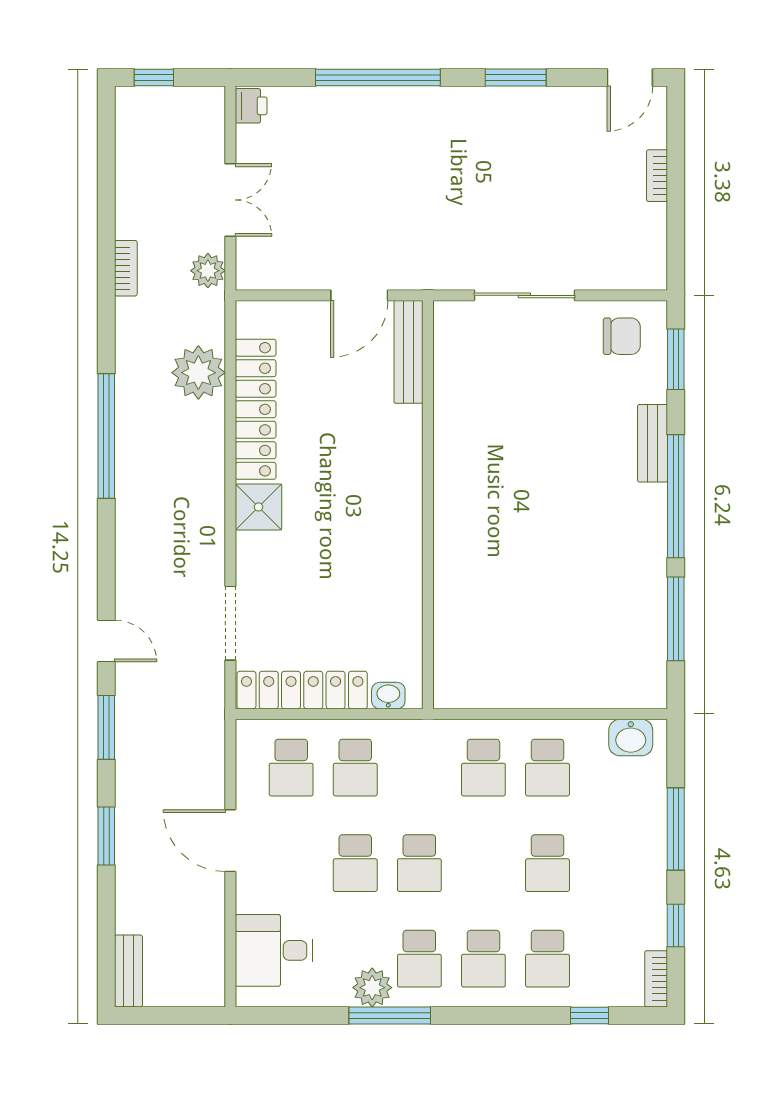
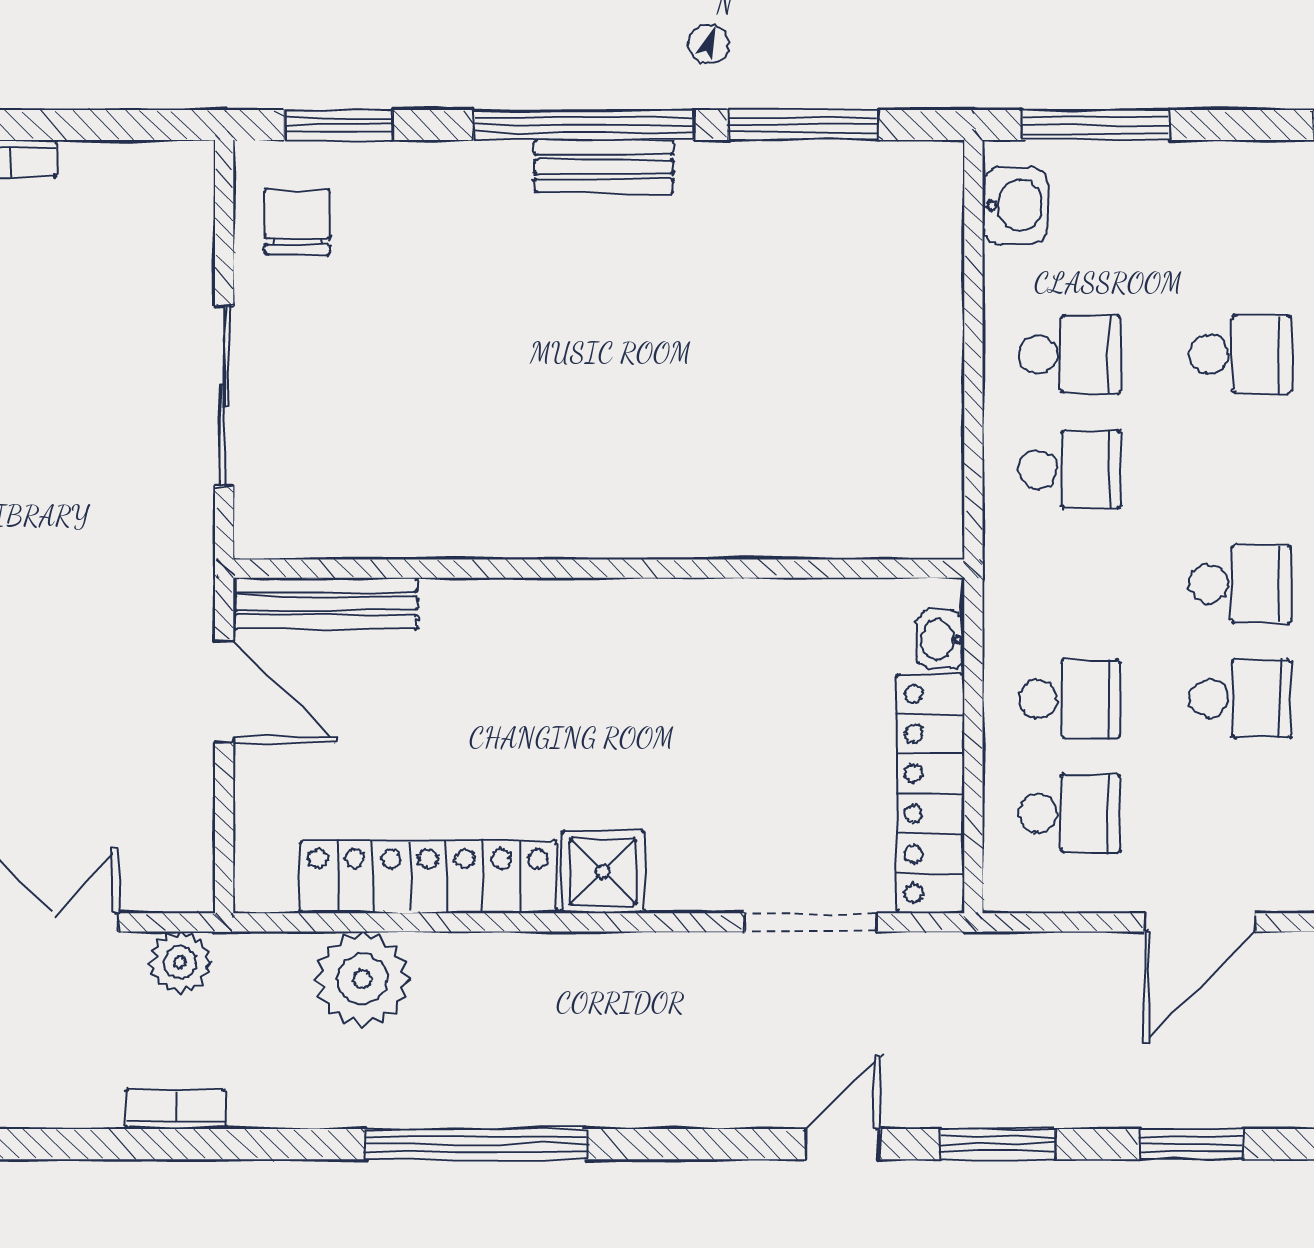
bench: (653, 443) -> (604, 167), moved
window: (676, 829) -> (1096, 125), moved

